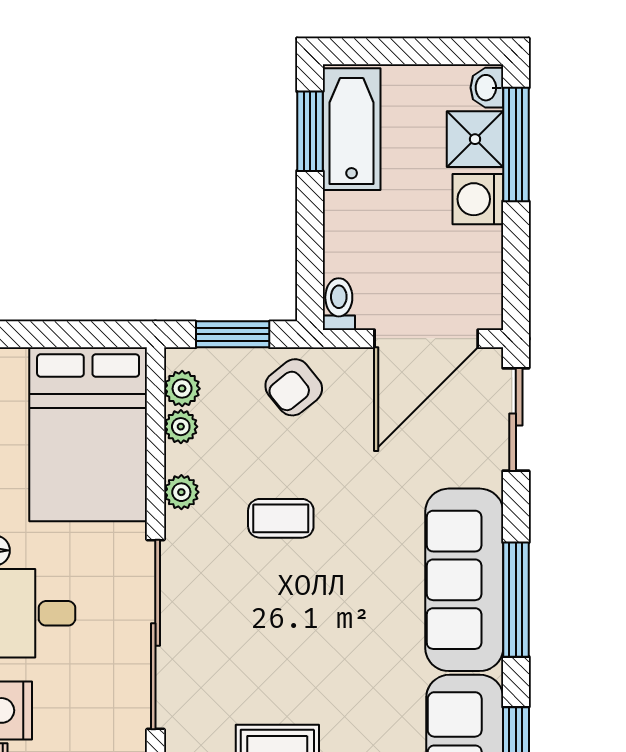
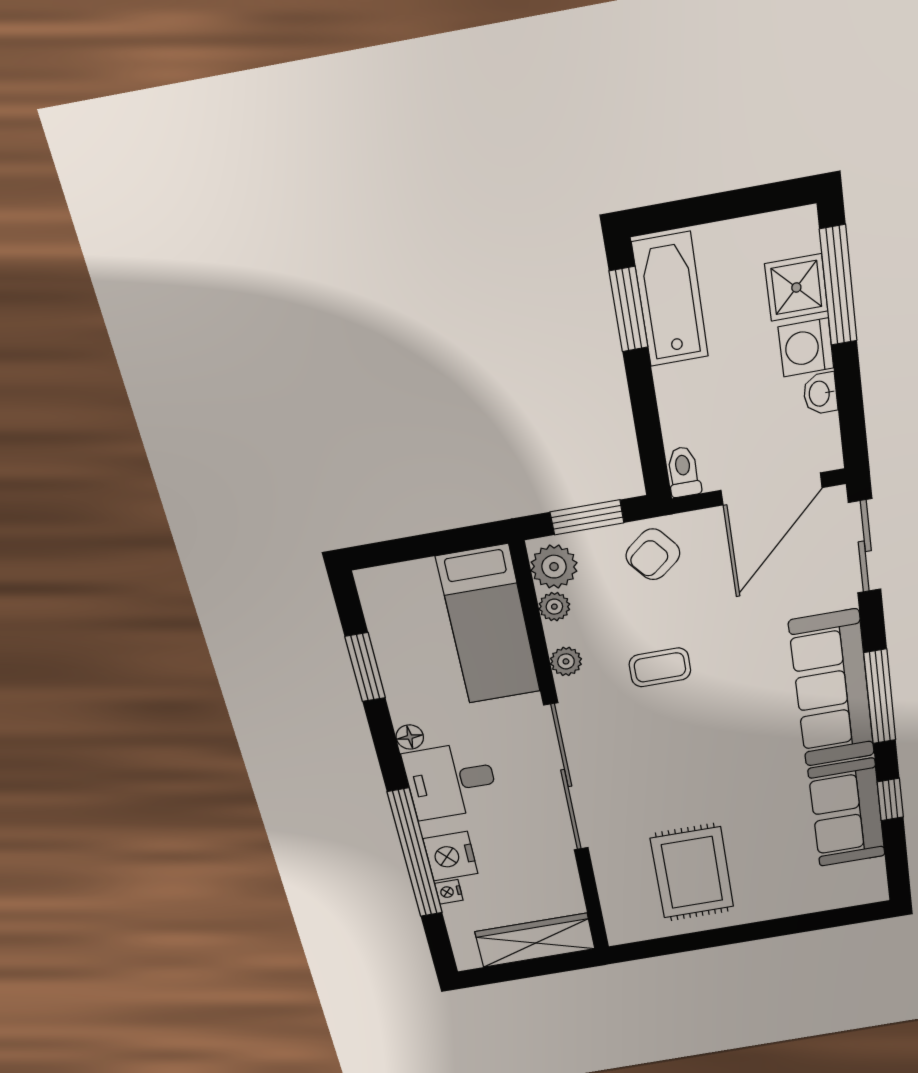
washbasin: (487, 88) -> (820, 394), moved
plant: (182, 389) -> (554, 567), width x1.38, depth x1.38
bed: (88, 434) -> (489, 625), width x0.67

